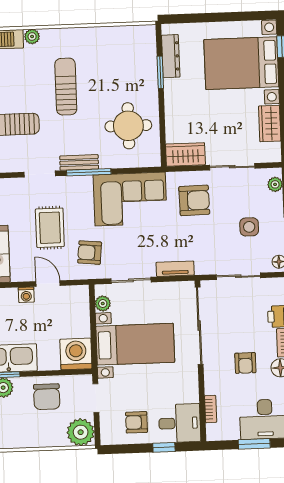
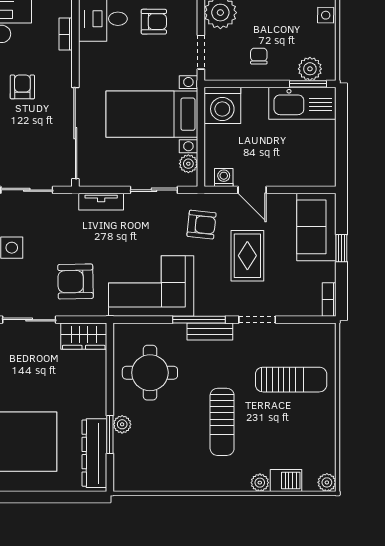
dresser: (171, 56) -> (94, 453), width x1.37, depth x1.24
plant: (150, 81) -> (122, 424), added
washing machine: (26, 295) -> (224, 177), moved
chair: (47, 397) -> (259, 56), width x0.54, depth x0.54

